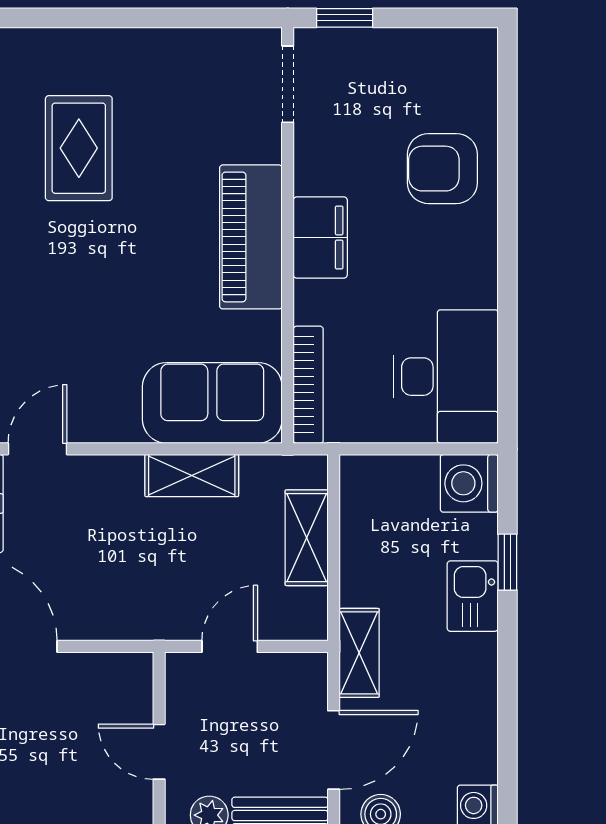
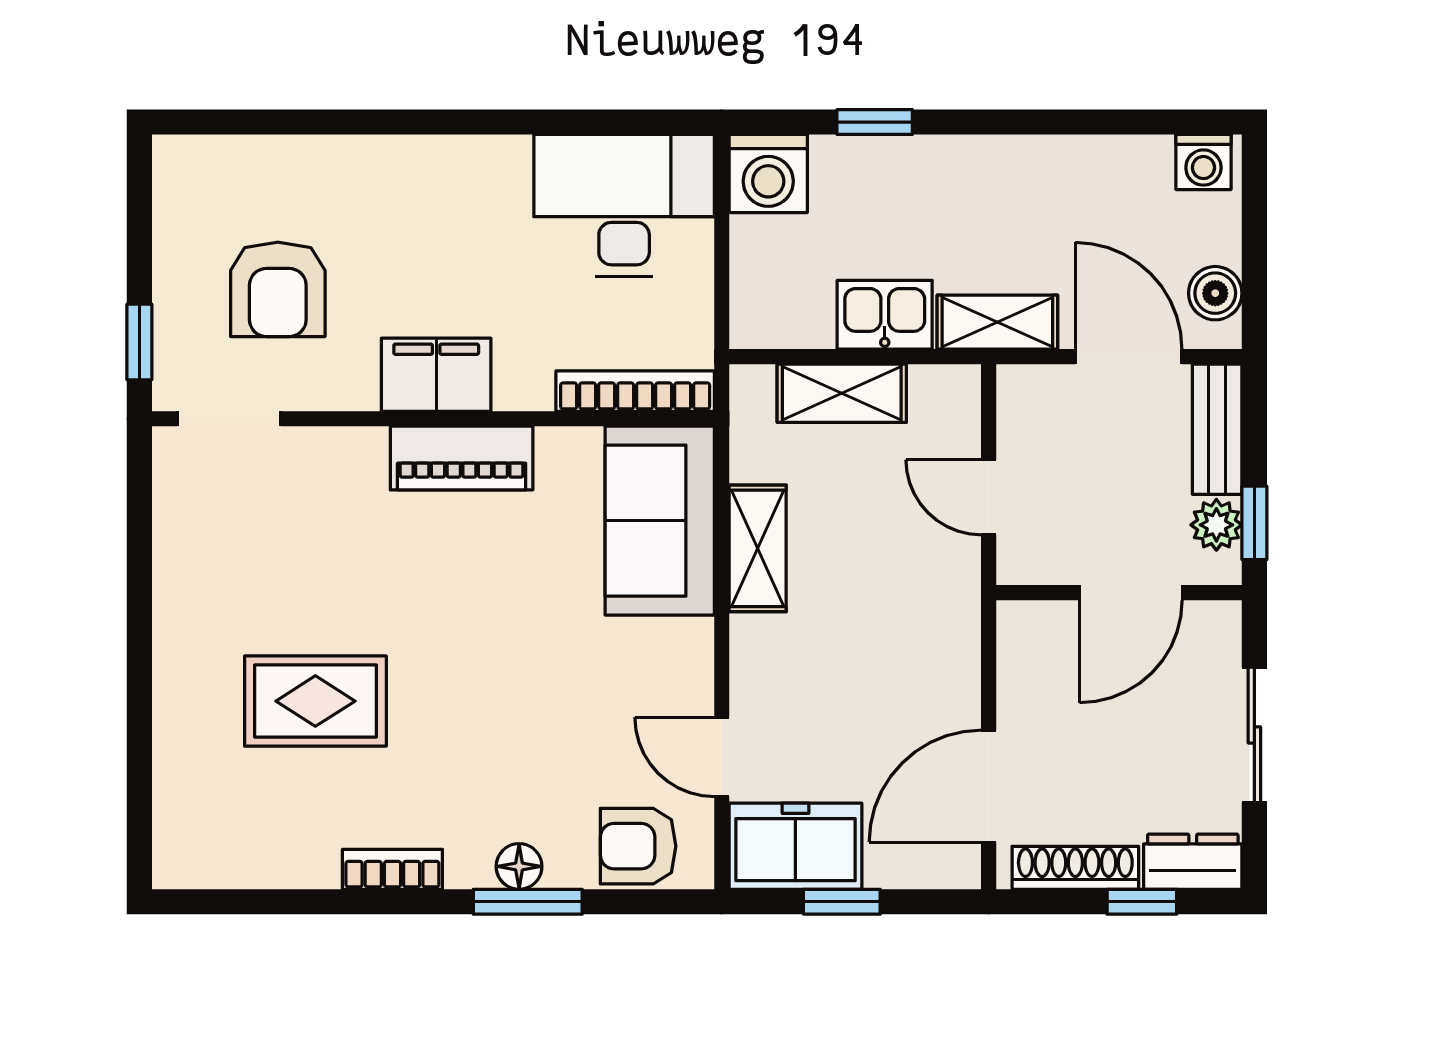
armchair: (442, 169) -> (278, 289), moved
piano: (251, 237) -> (462, 458), width x0.73, depth x0.75
kitchen sink: (473, 596) -> (885, 315), moved, turned 180
door: (159, 752) -> (1131, 593), width x1.38

